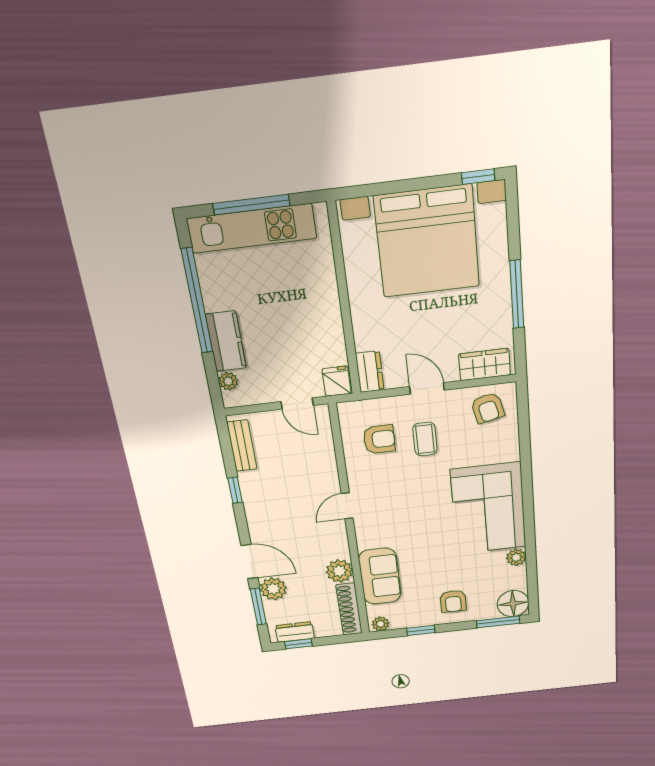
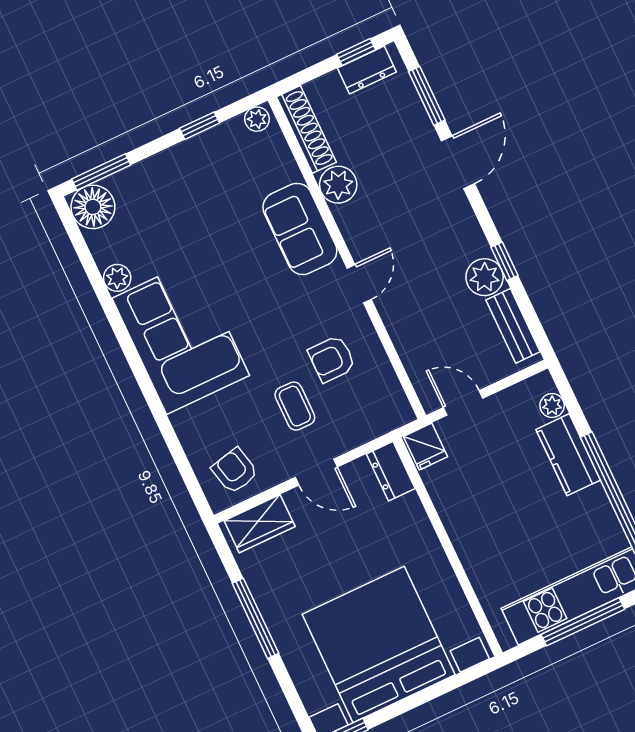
armchair: (379, 439) -> (332, 359), moved
door: (249, 562) -> (458, 162), swing flipped
sofa: (380, 576) -> (300, 229), moved
plant: (273, 589) -> (485, 277), moved
armchair: (453, 601) -> (174, 185), removed

